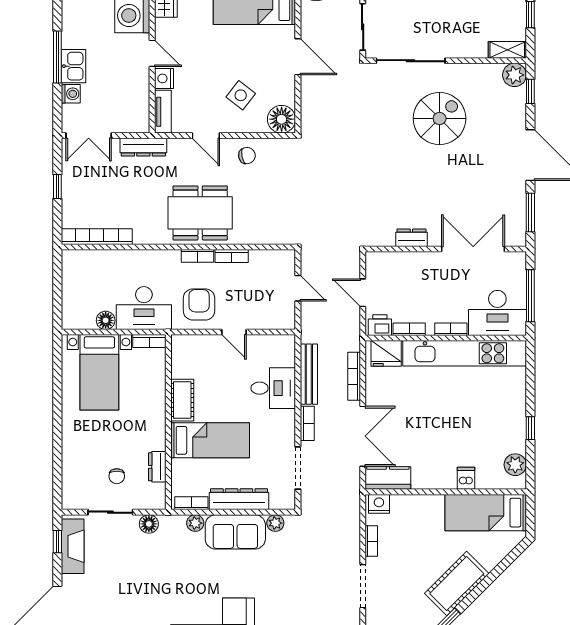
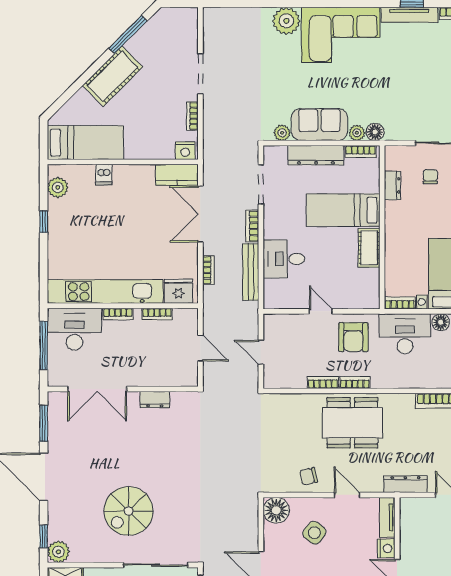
printer: (380, 325) -> (184, 318), removed
bookcase: (354, 376) -> (208, 270), width x0.64
floor lamp: (149, 524) -> (375, 132), moved

